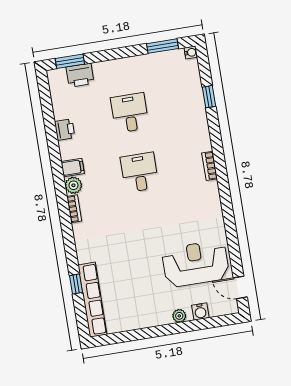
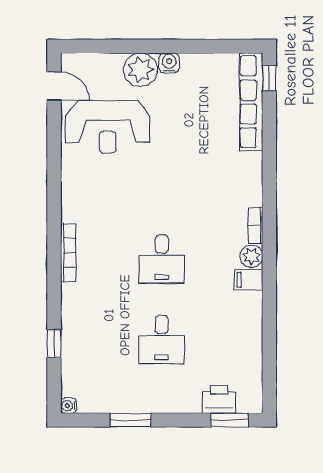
window: (162, 46) -> (131, 420), moved
printer: (65, 130) -> (251, 331), removed
bookcase: (210, 166) -> (68, 252), width x1.56
window: (76, 284) -> (269, 78), moved
water cooler: (200, 311) -> (169, 63), moved
plant: (179, 316) -> (140, 70), width x1.88, depth x1.88

